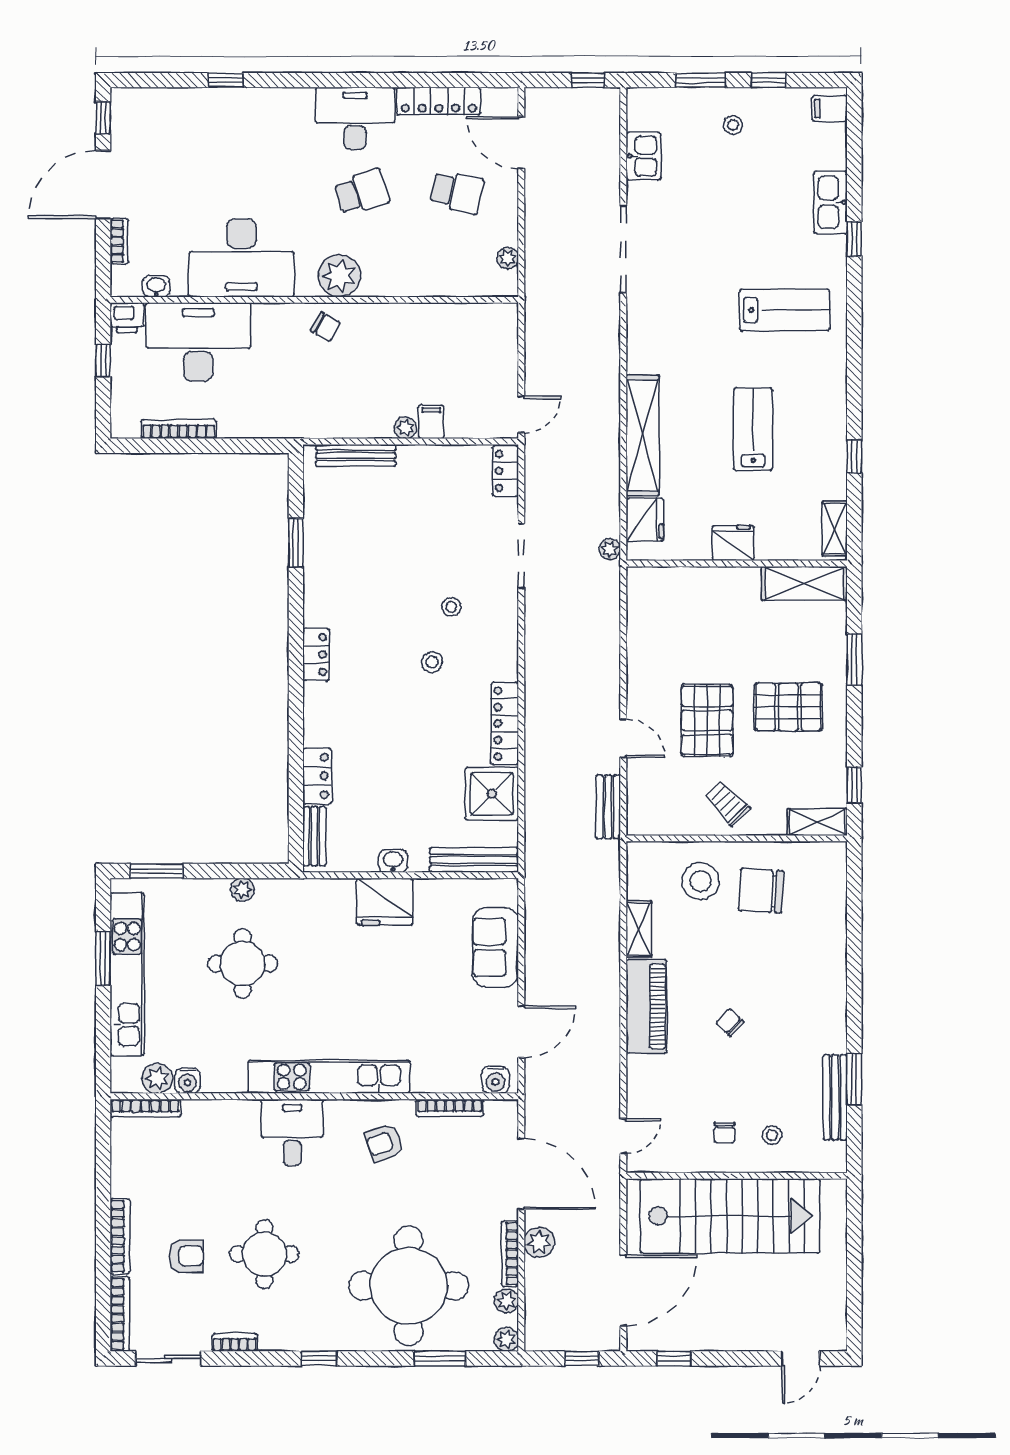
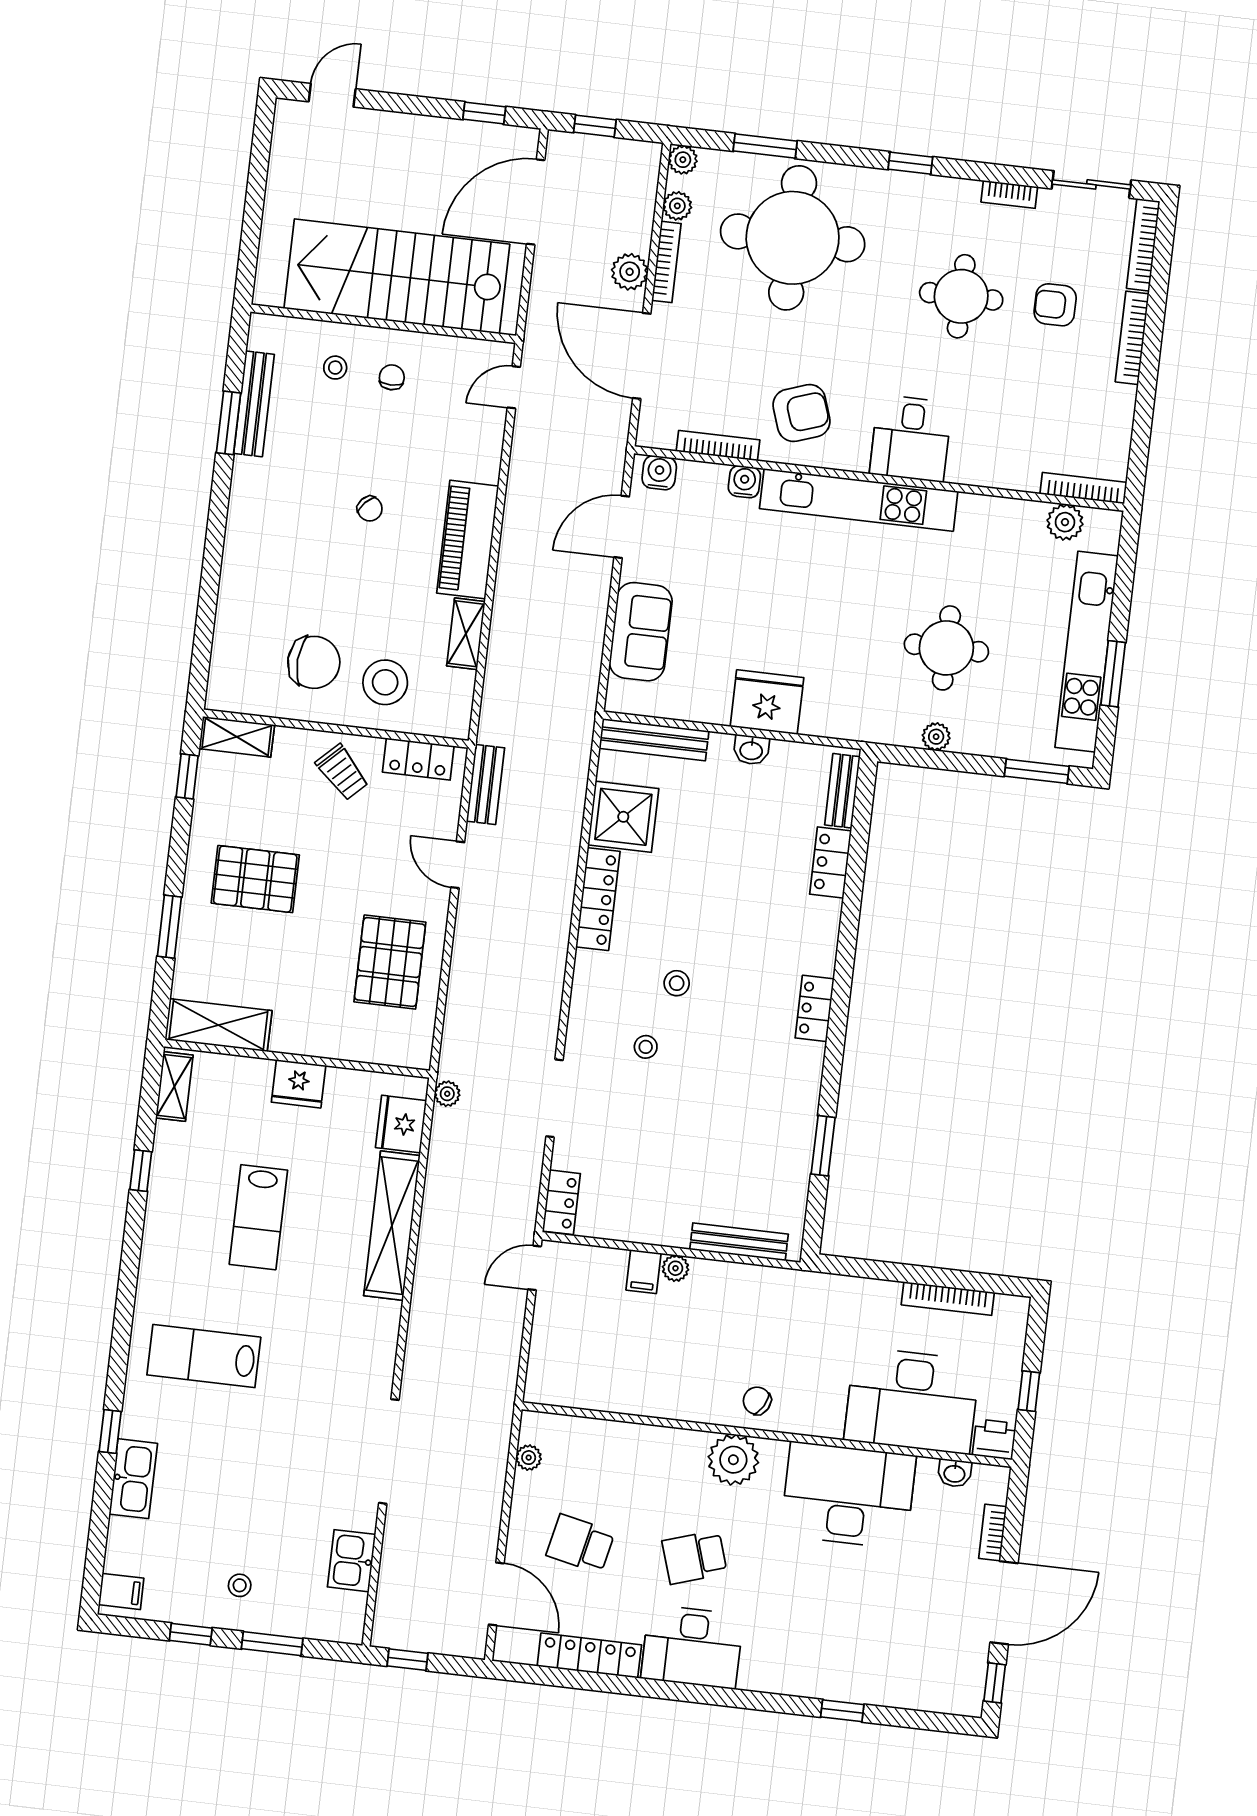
pallet: (707, 721) -> (390, 962), moved
locker: (666, 821) -> (418, 759), added
water cooler: (187, 1081) -> (744, 482), moved
armchair: (384, 1143) -> (802, 413), width x1.38, depth x1.38

